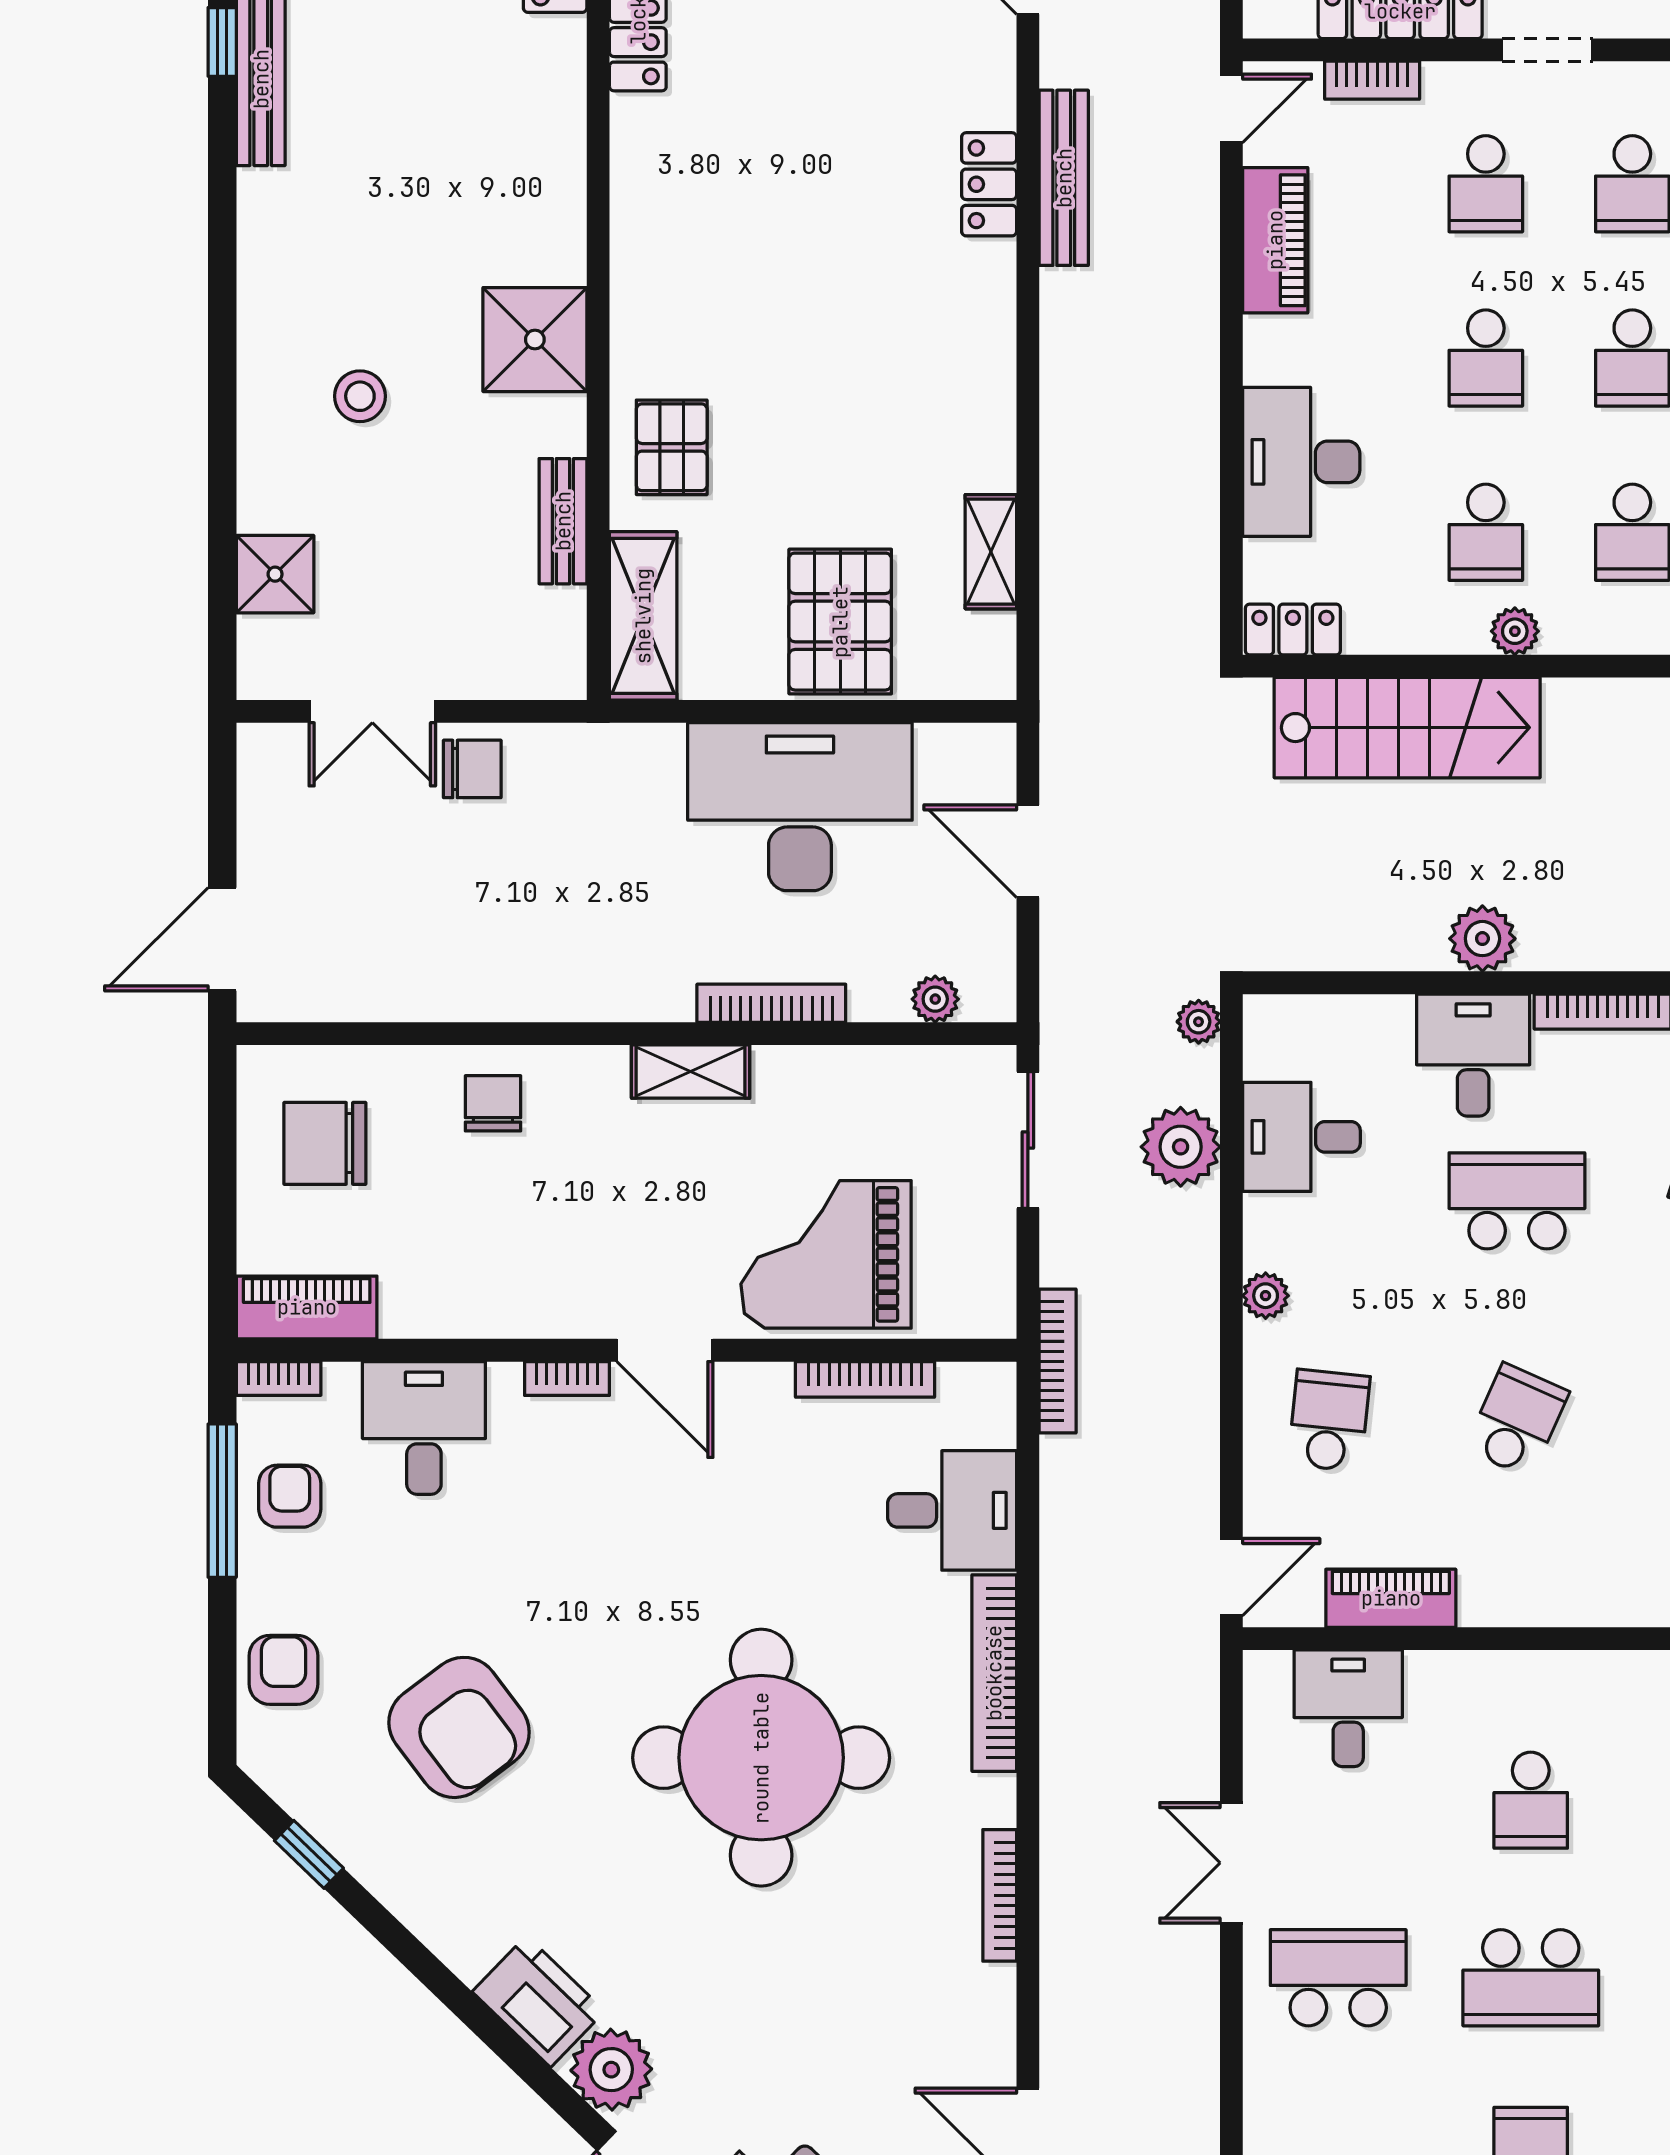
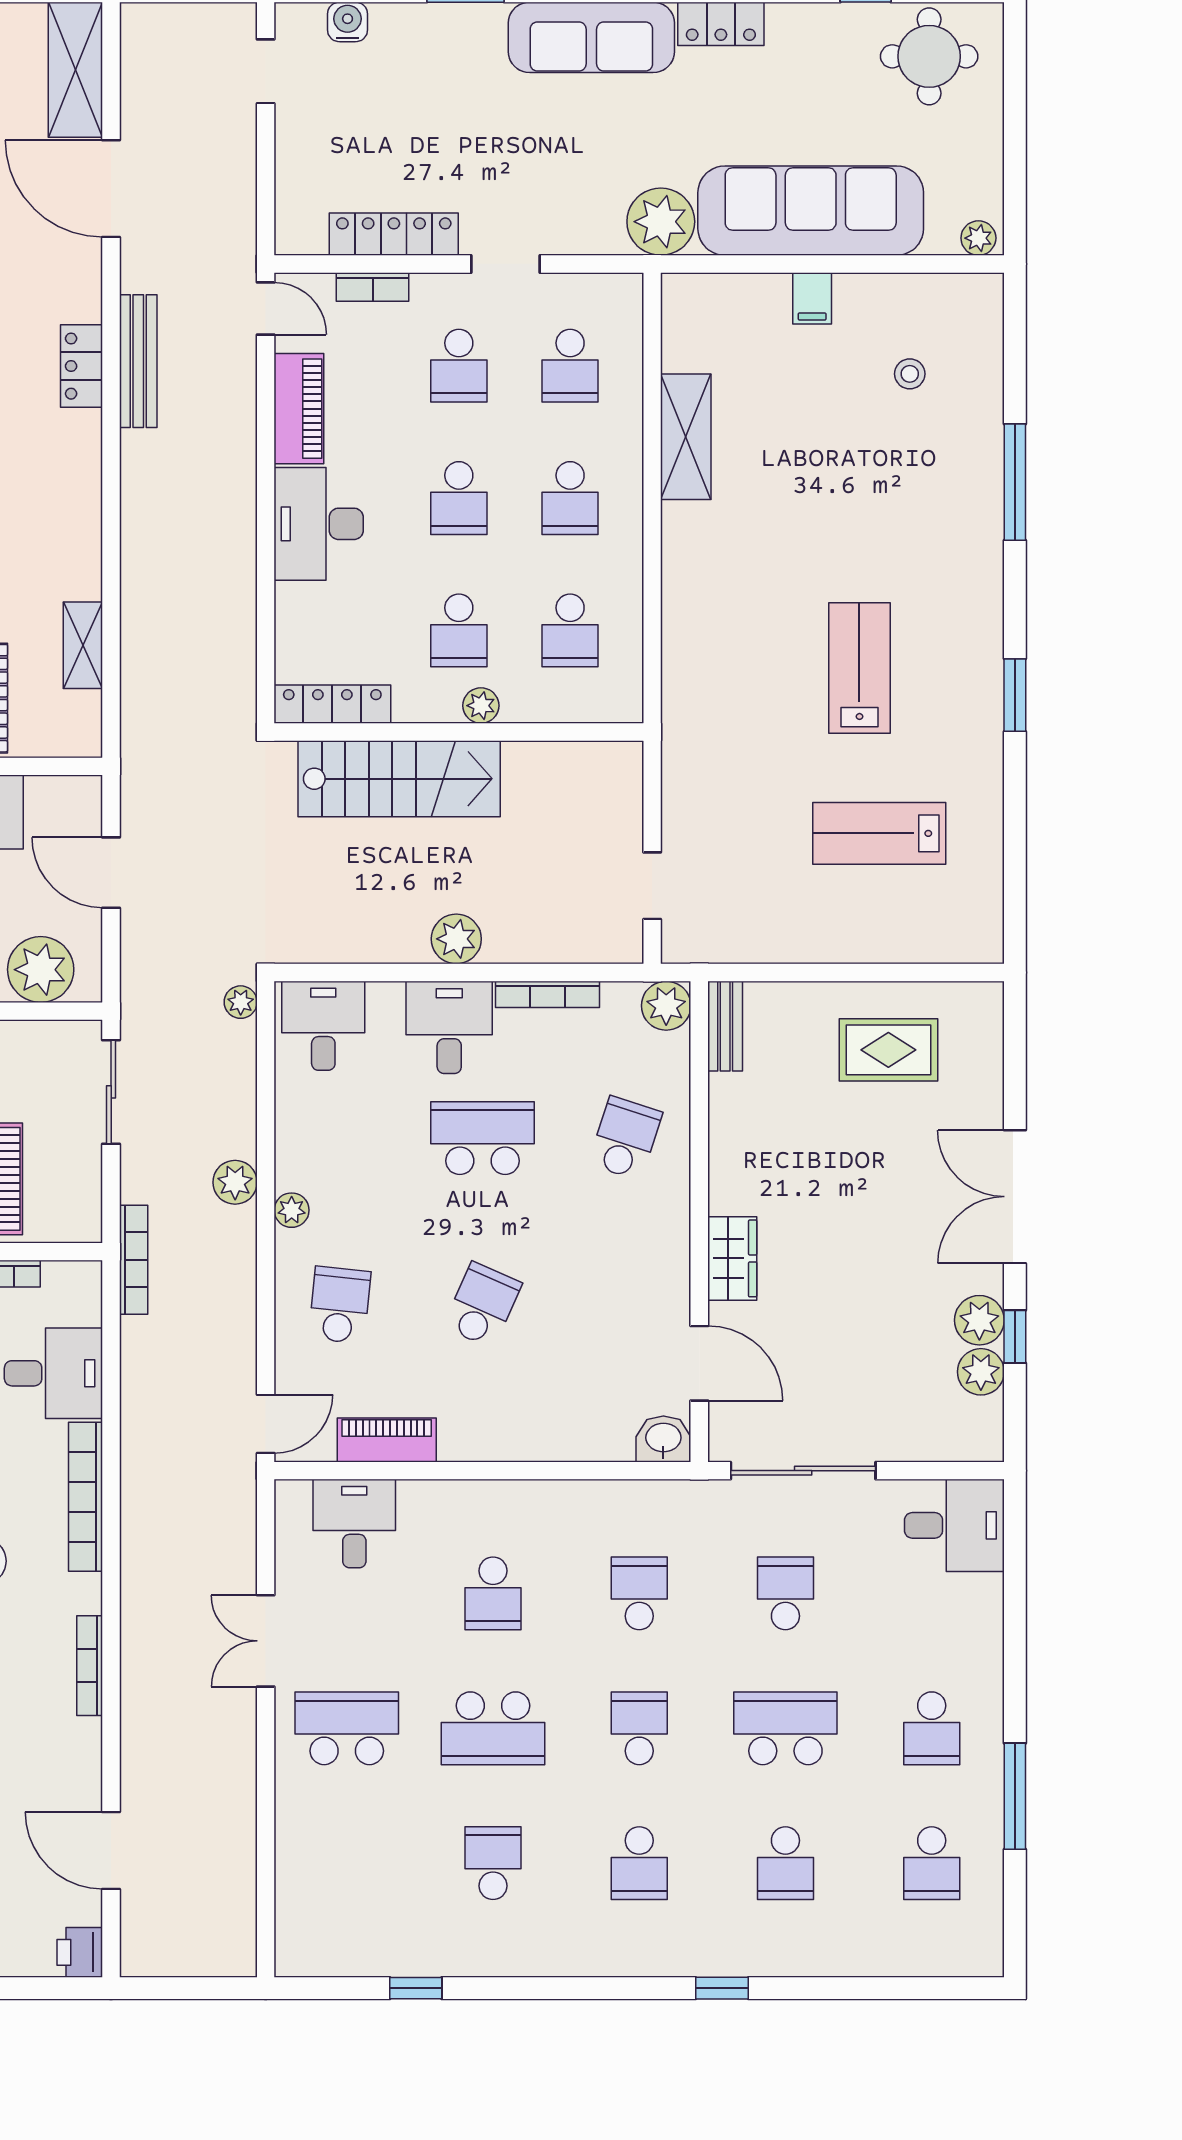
door: (1231, 108) -> (266, 308), hinge flipped
desk: (1301, 462) -> (319, 524), moved
locker: (1293, 629) -> (332, 704), width x1.53
plant: (935, 999) -> (41, 970), width x1.87, depth x1.87
desk: (1302, 1137) -> (323, 1026), moved, turned 90
plant: (1181, 1147) -> (235, 1182), moved, width x0.73, depth x0.73

